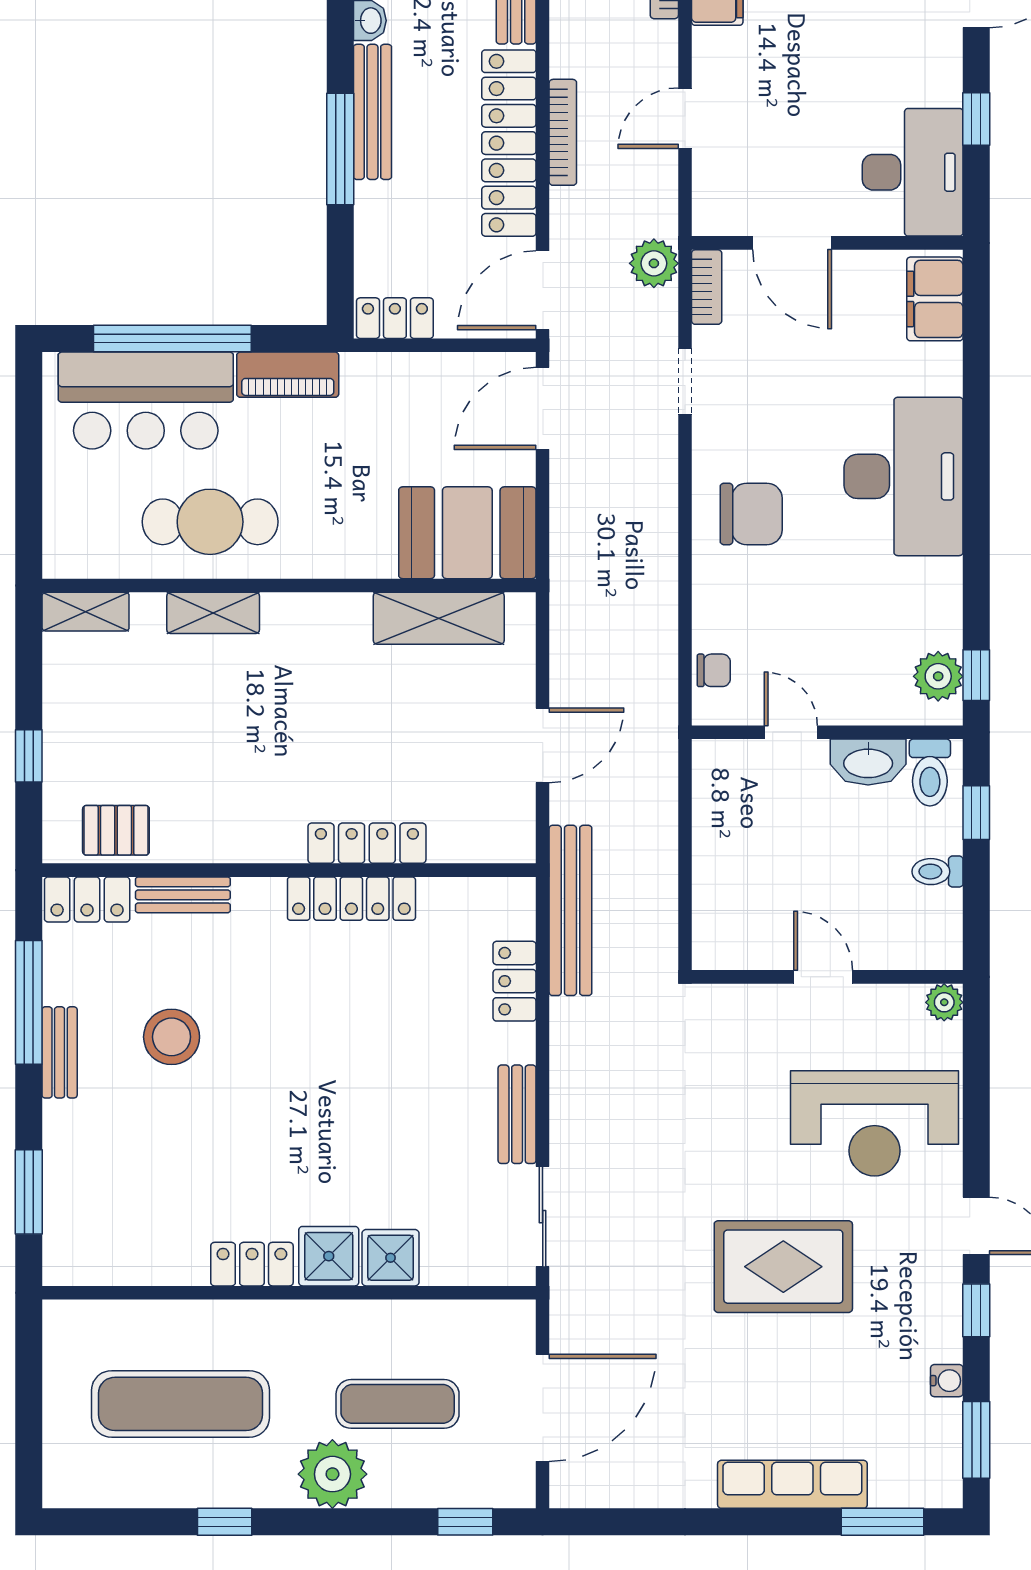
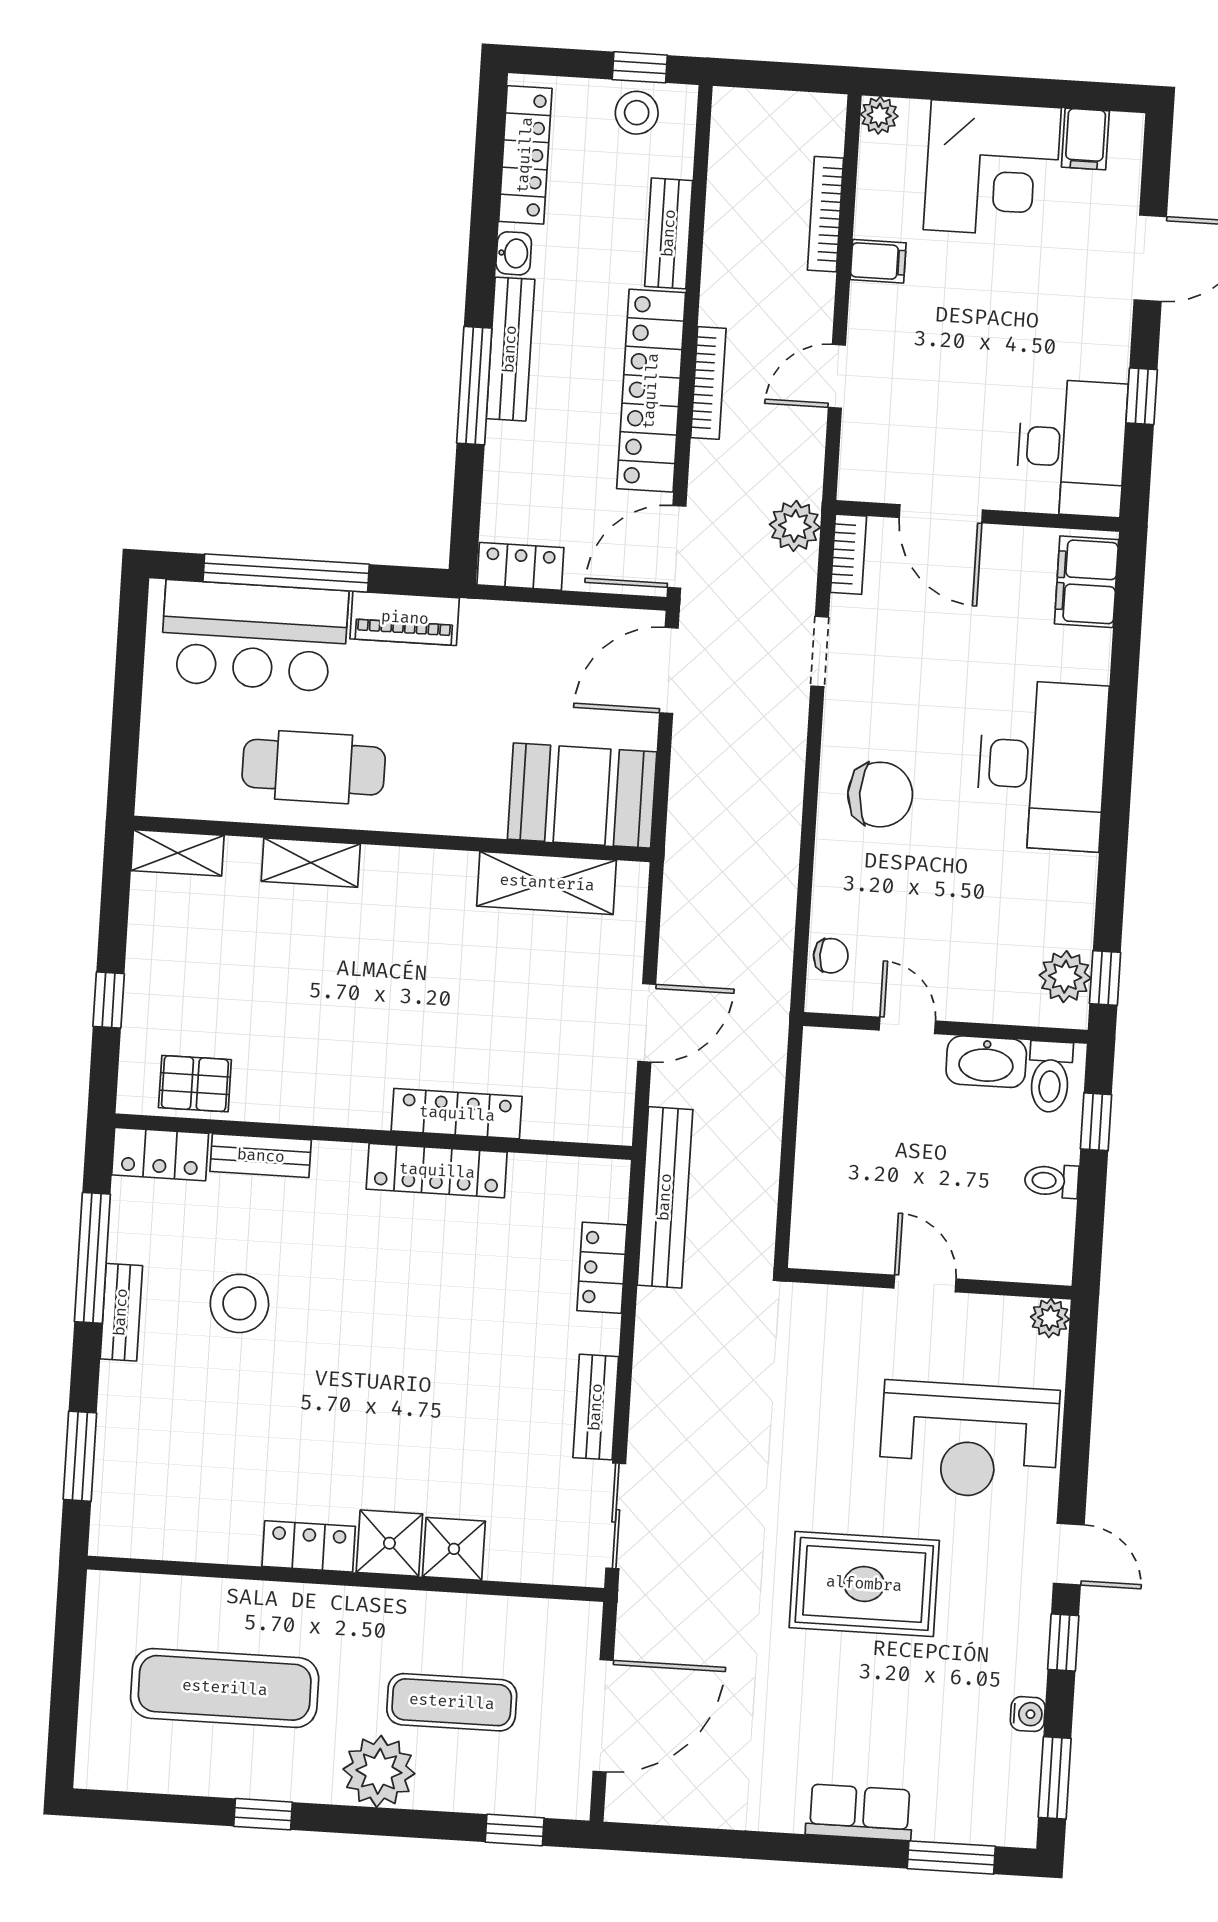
row of seats: (792, 1484) -> (859, 1812), width x0.68

